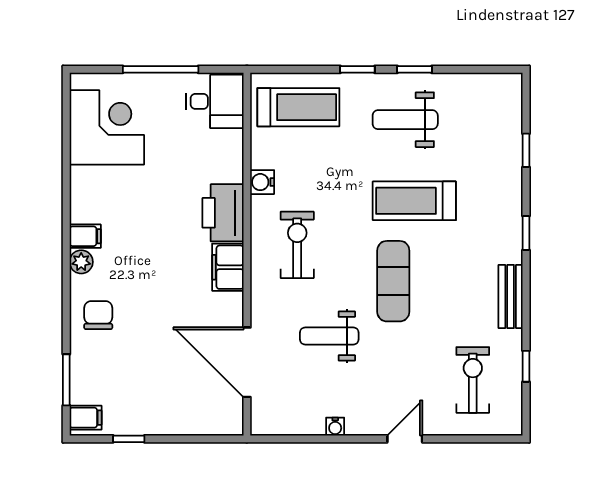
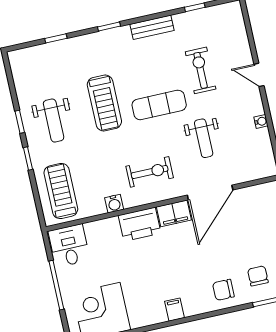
exercise bike: (297, 245) -> (150, 172), turned 180
plant: (81, 262) -> (192, 308), removed
door: (247, 362) -> (210, 192), moved
chair: (107, 371) -> (258, 276), added
exercise bike: (473, 380) -> (201, 70), moved, turned 90

